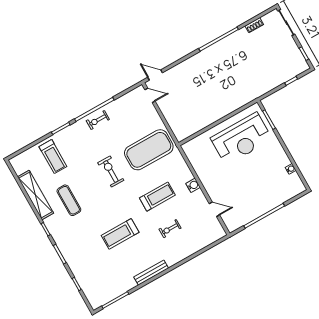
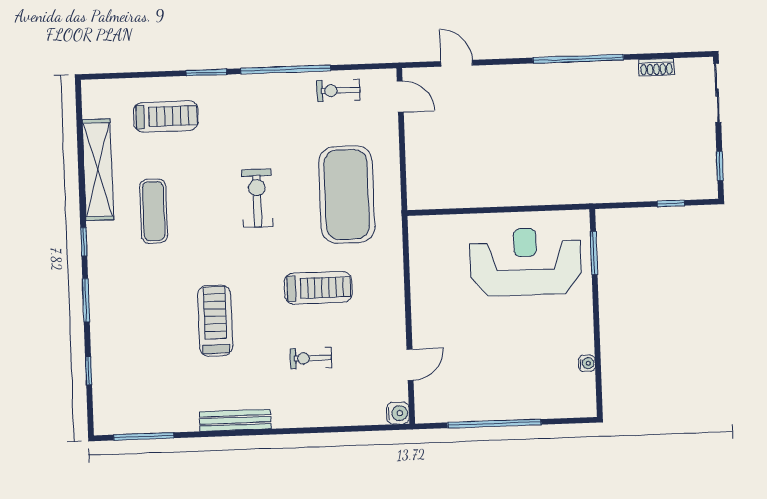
door: (155, 75) -> (456, 63), moved
exercise bike: (98, 120) -> (339, 90), moved
reception desk: (241, 139) -> (526, 262), turned 180
exercise mat: (149, 150) -> (347, 195), turned 90
treadmill: (53, 157) -> (166, 116), turned -90
water cooler: (193, 185) -> (398, 413), moved
door: (214, 209) -> (410, 365), hinge flipped
treadmill: (120, 234) -> (215, 321), turned 90

